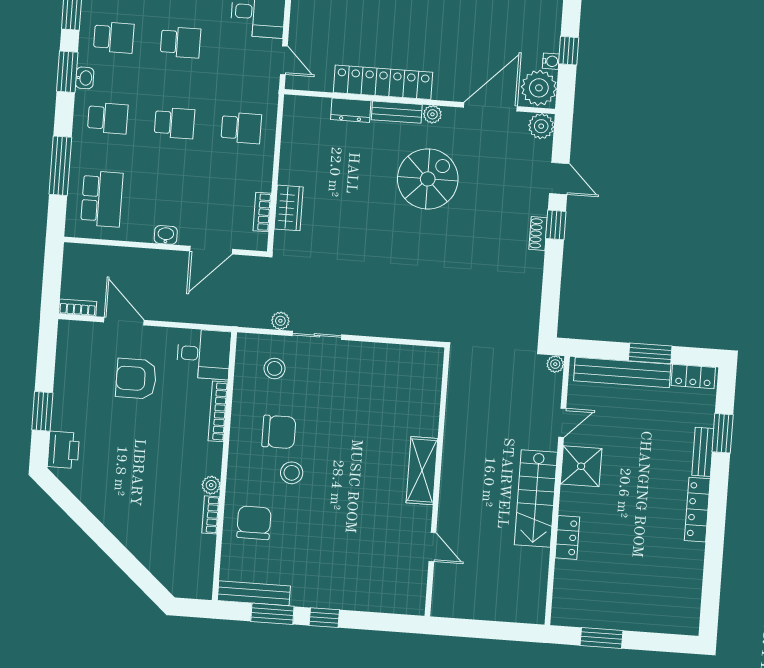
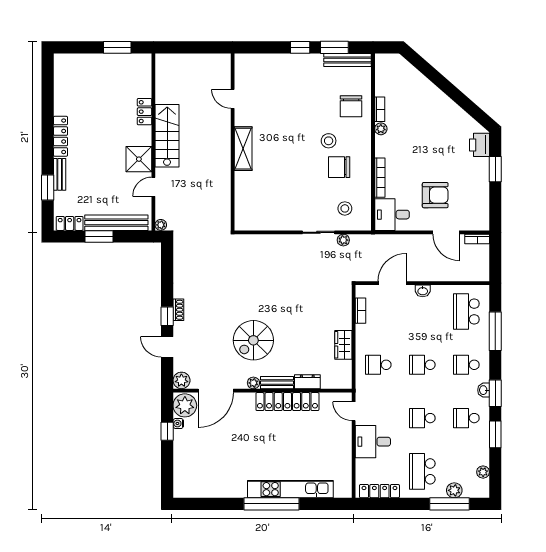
wardrobe: (289, 208) -> (343, 345), moved

